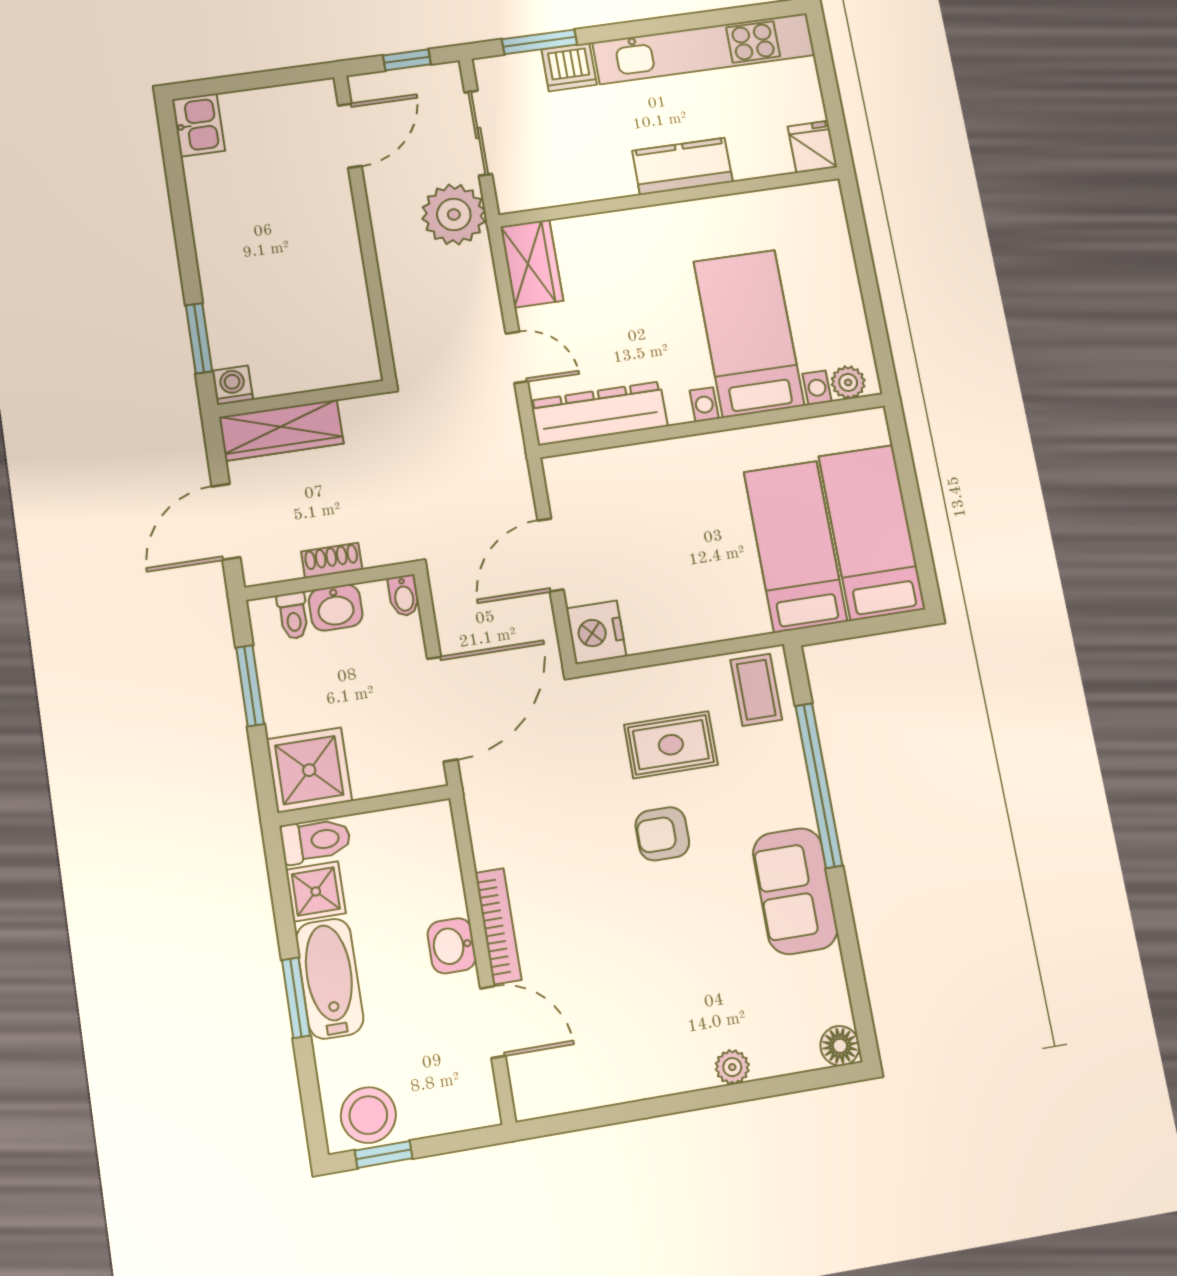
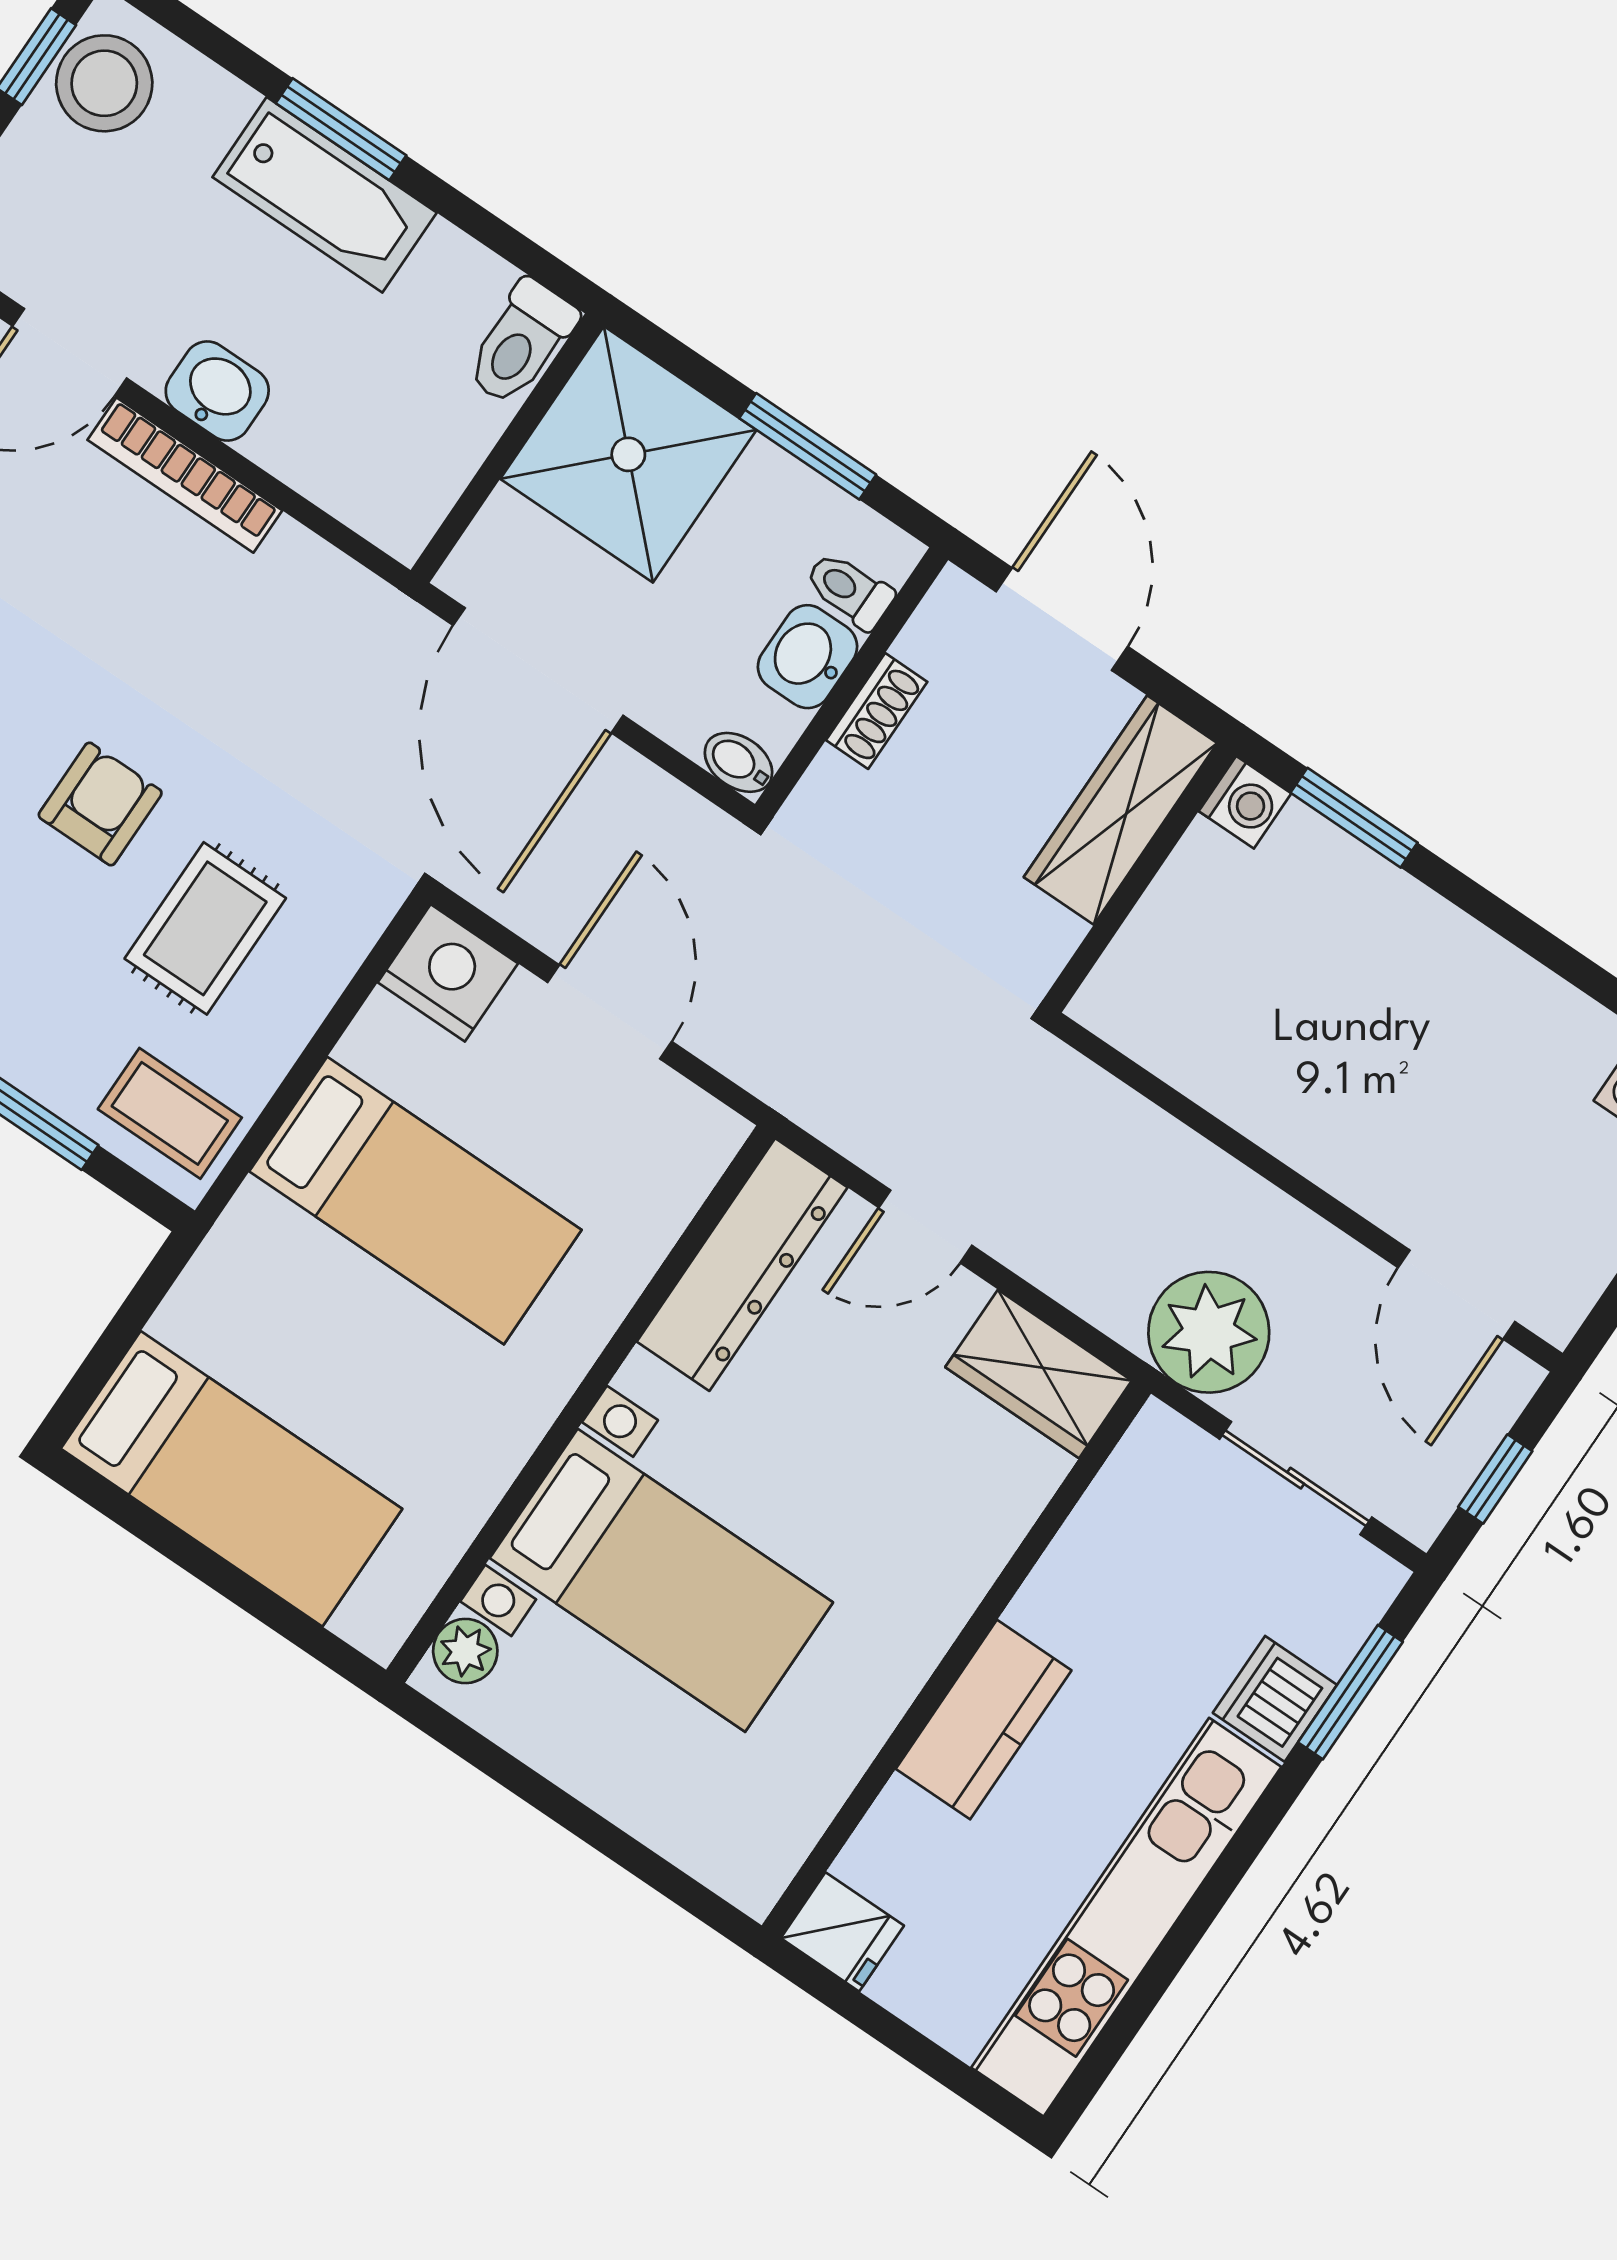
bed: (795, 547) -> (415, 1201), moved
shower: (309, 770) -> (628, 454), width x1.37, depth x1.37
shower: (316, 891) -> (454, 281), removed

